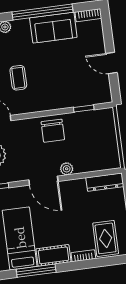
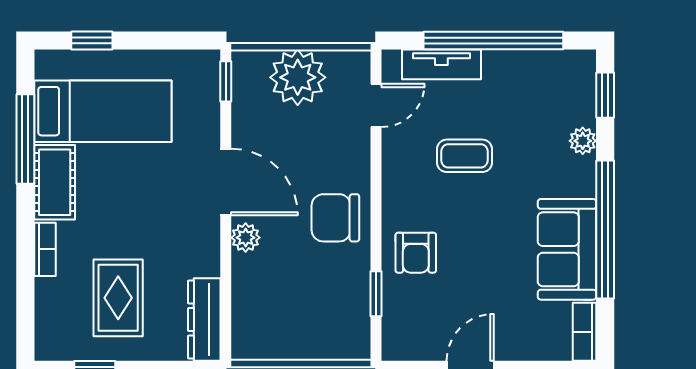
armchair: (63, 94) -> (416, 253), added
door: (43, 181) -> (226, 182), swing flipped
rug: (106, 238) -> (118, 298), moved, turned 90

